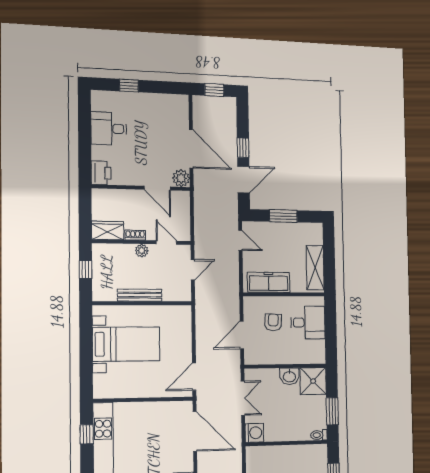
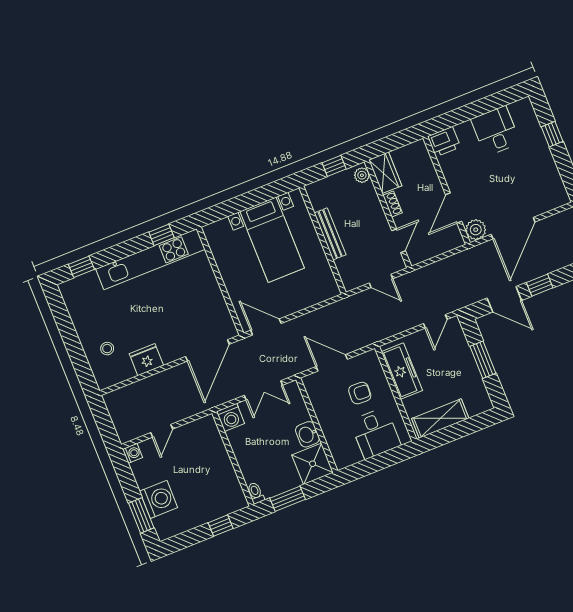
plant: (142, 251) -> (362, 175), moved

